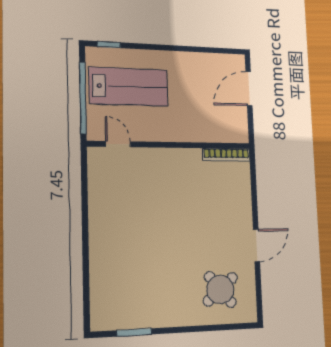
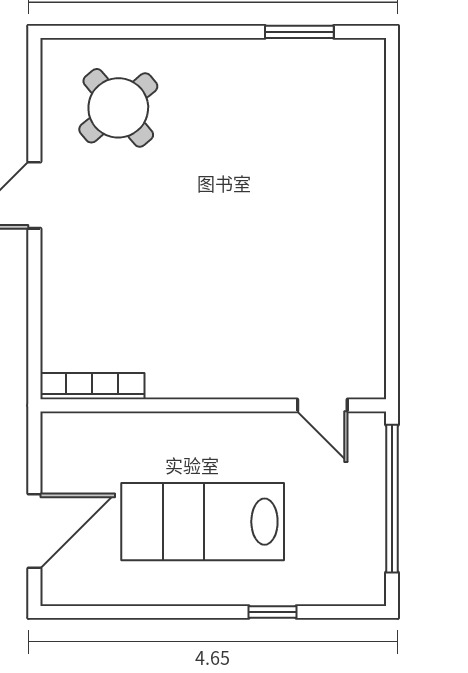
window: (109, 45) -> (272, 612), moved
lab bench: (129, 87) -> (203, 522), moved

